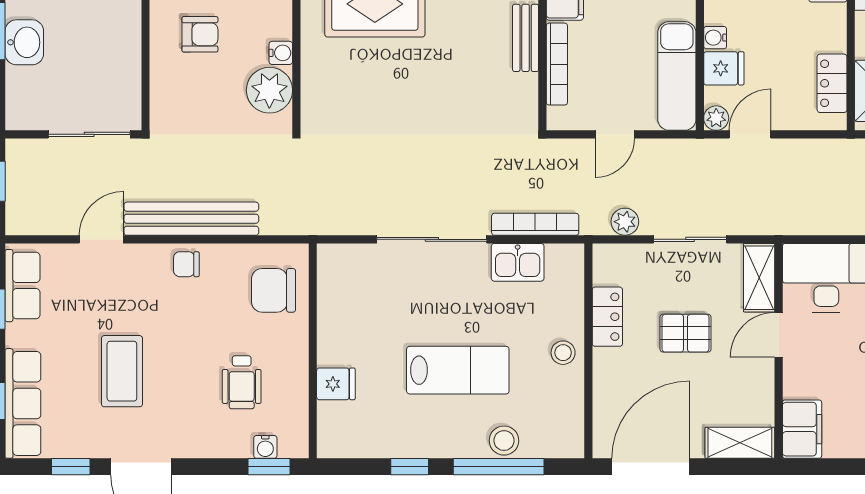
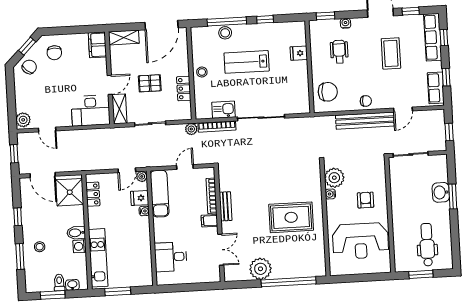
armchair: (200, 34) -> (366, 200), turned 90
plant: (625, 222) -> (191, 129), moved
water cooler: (265, 447) -> (345, 23), moved

